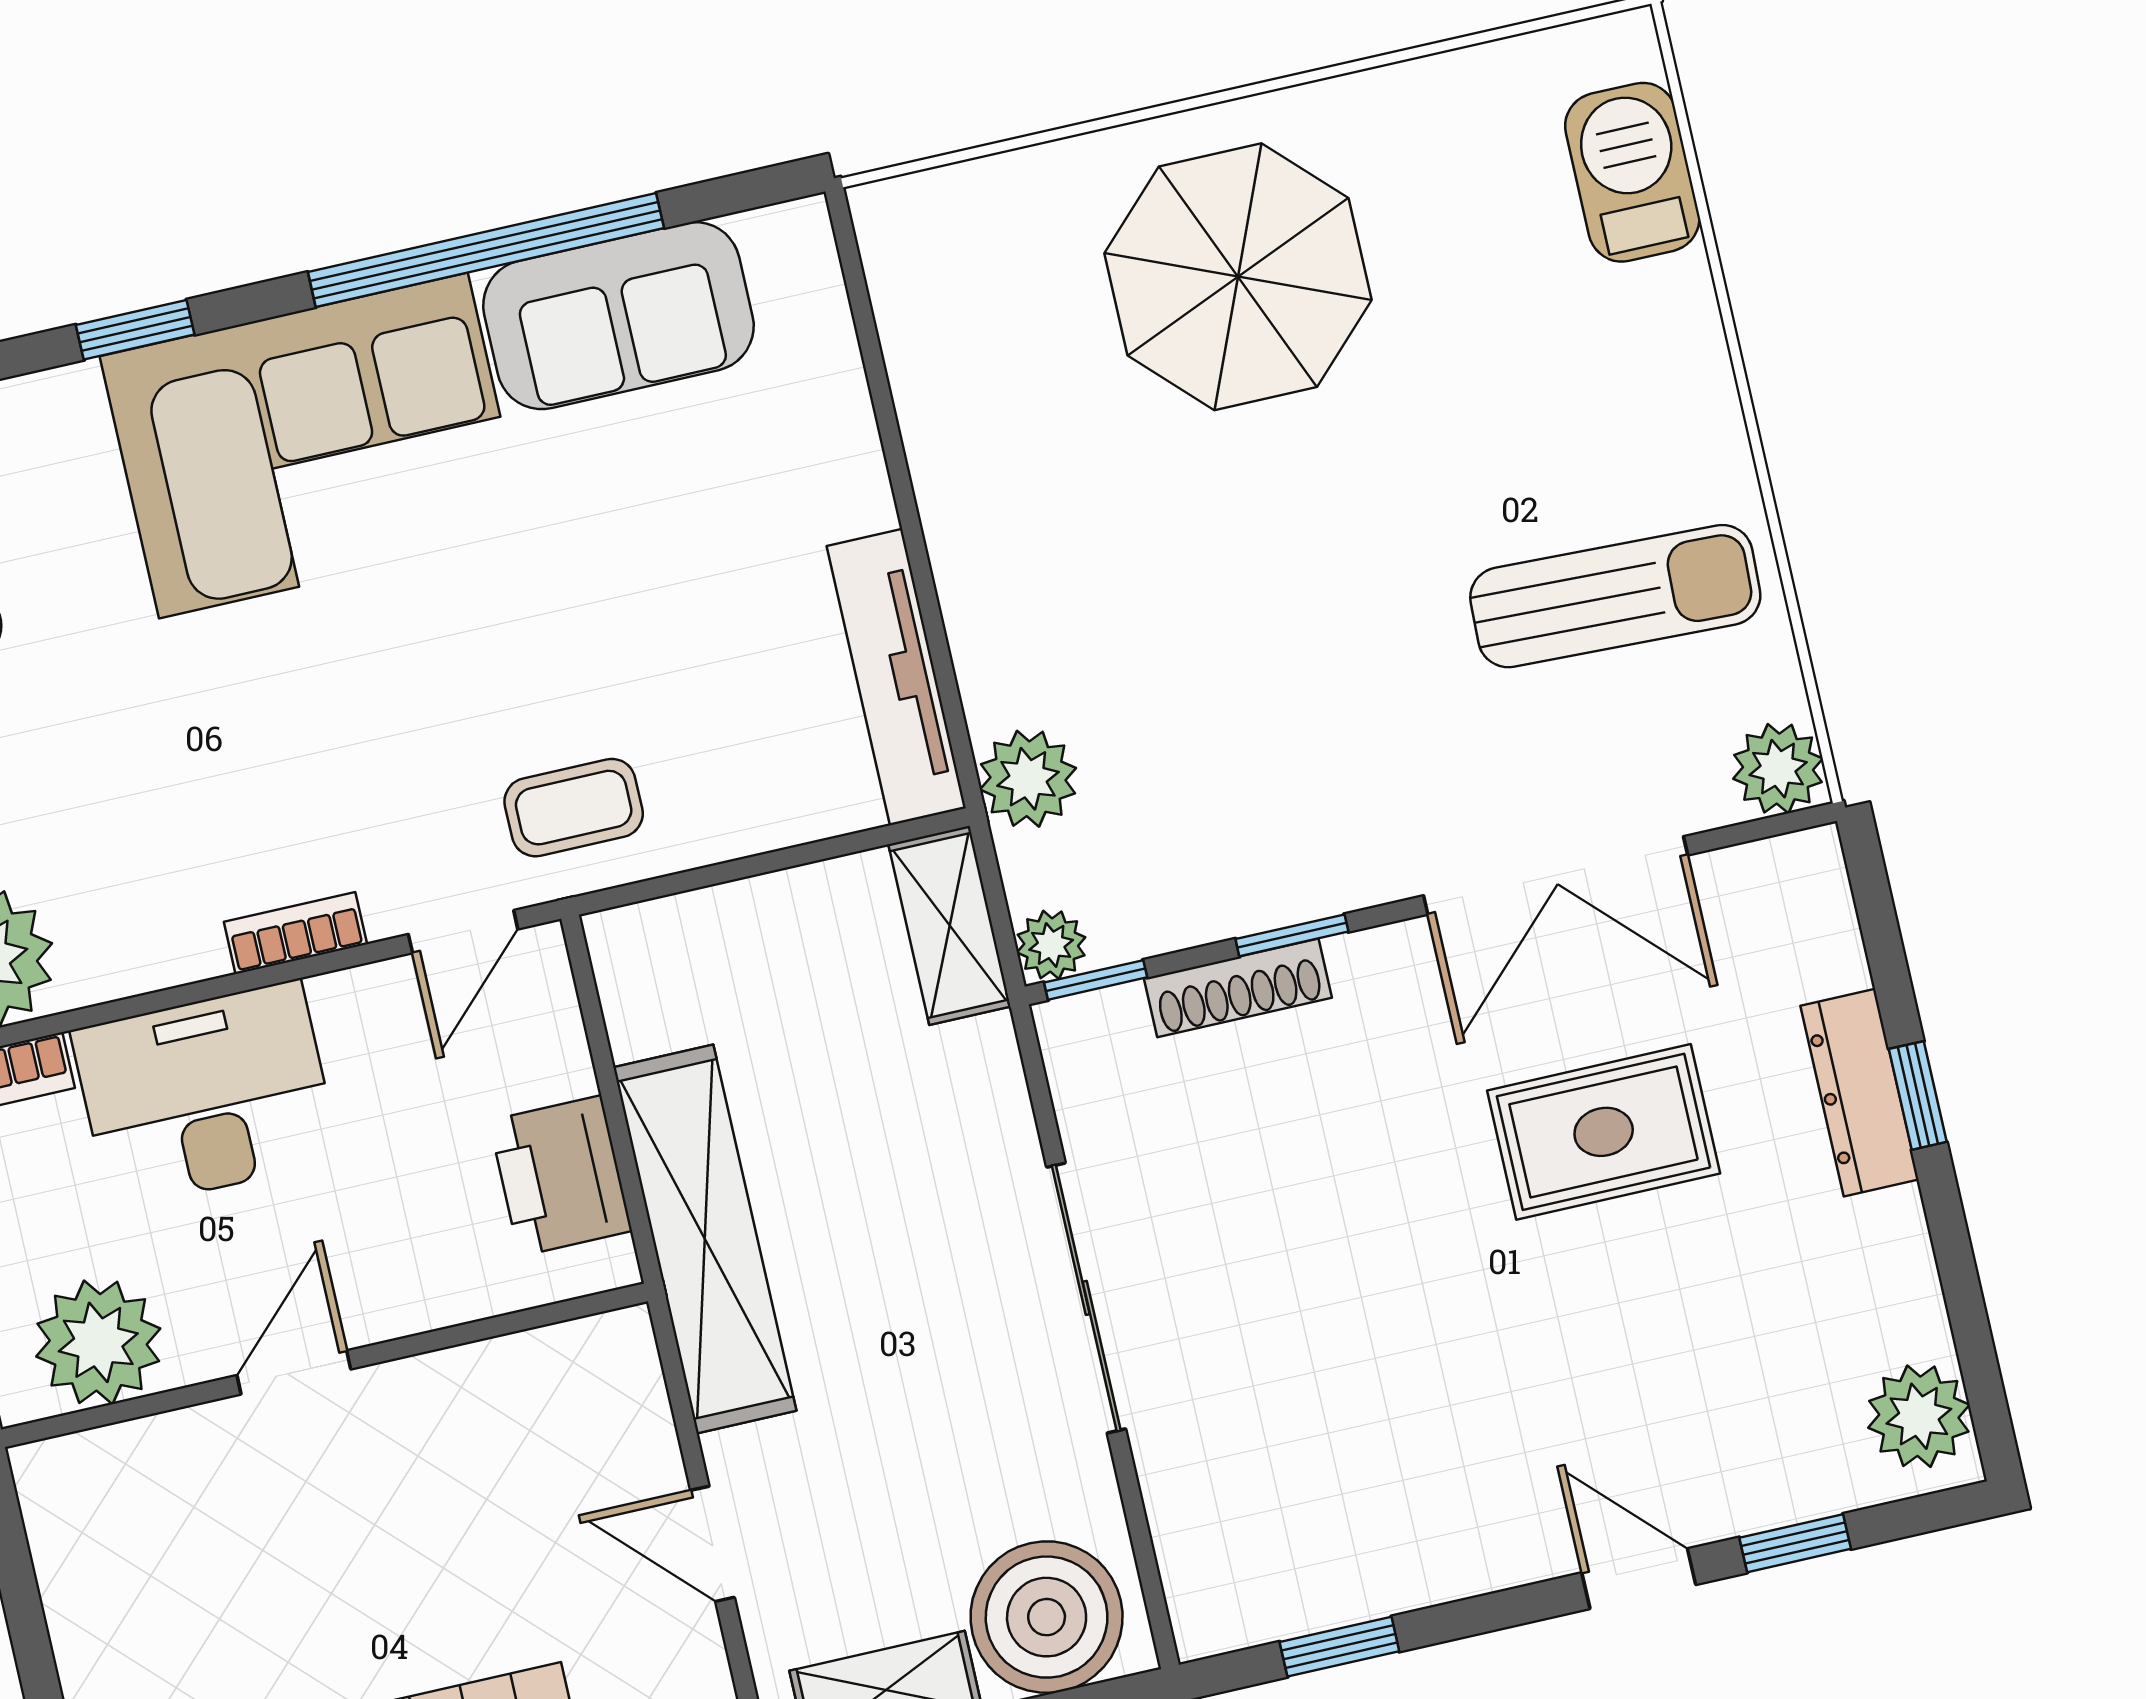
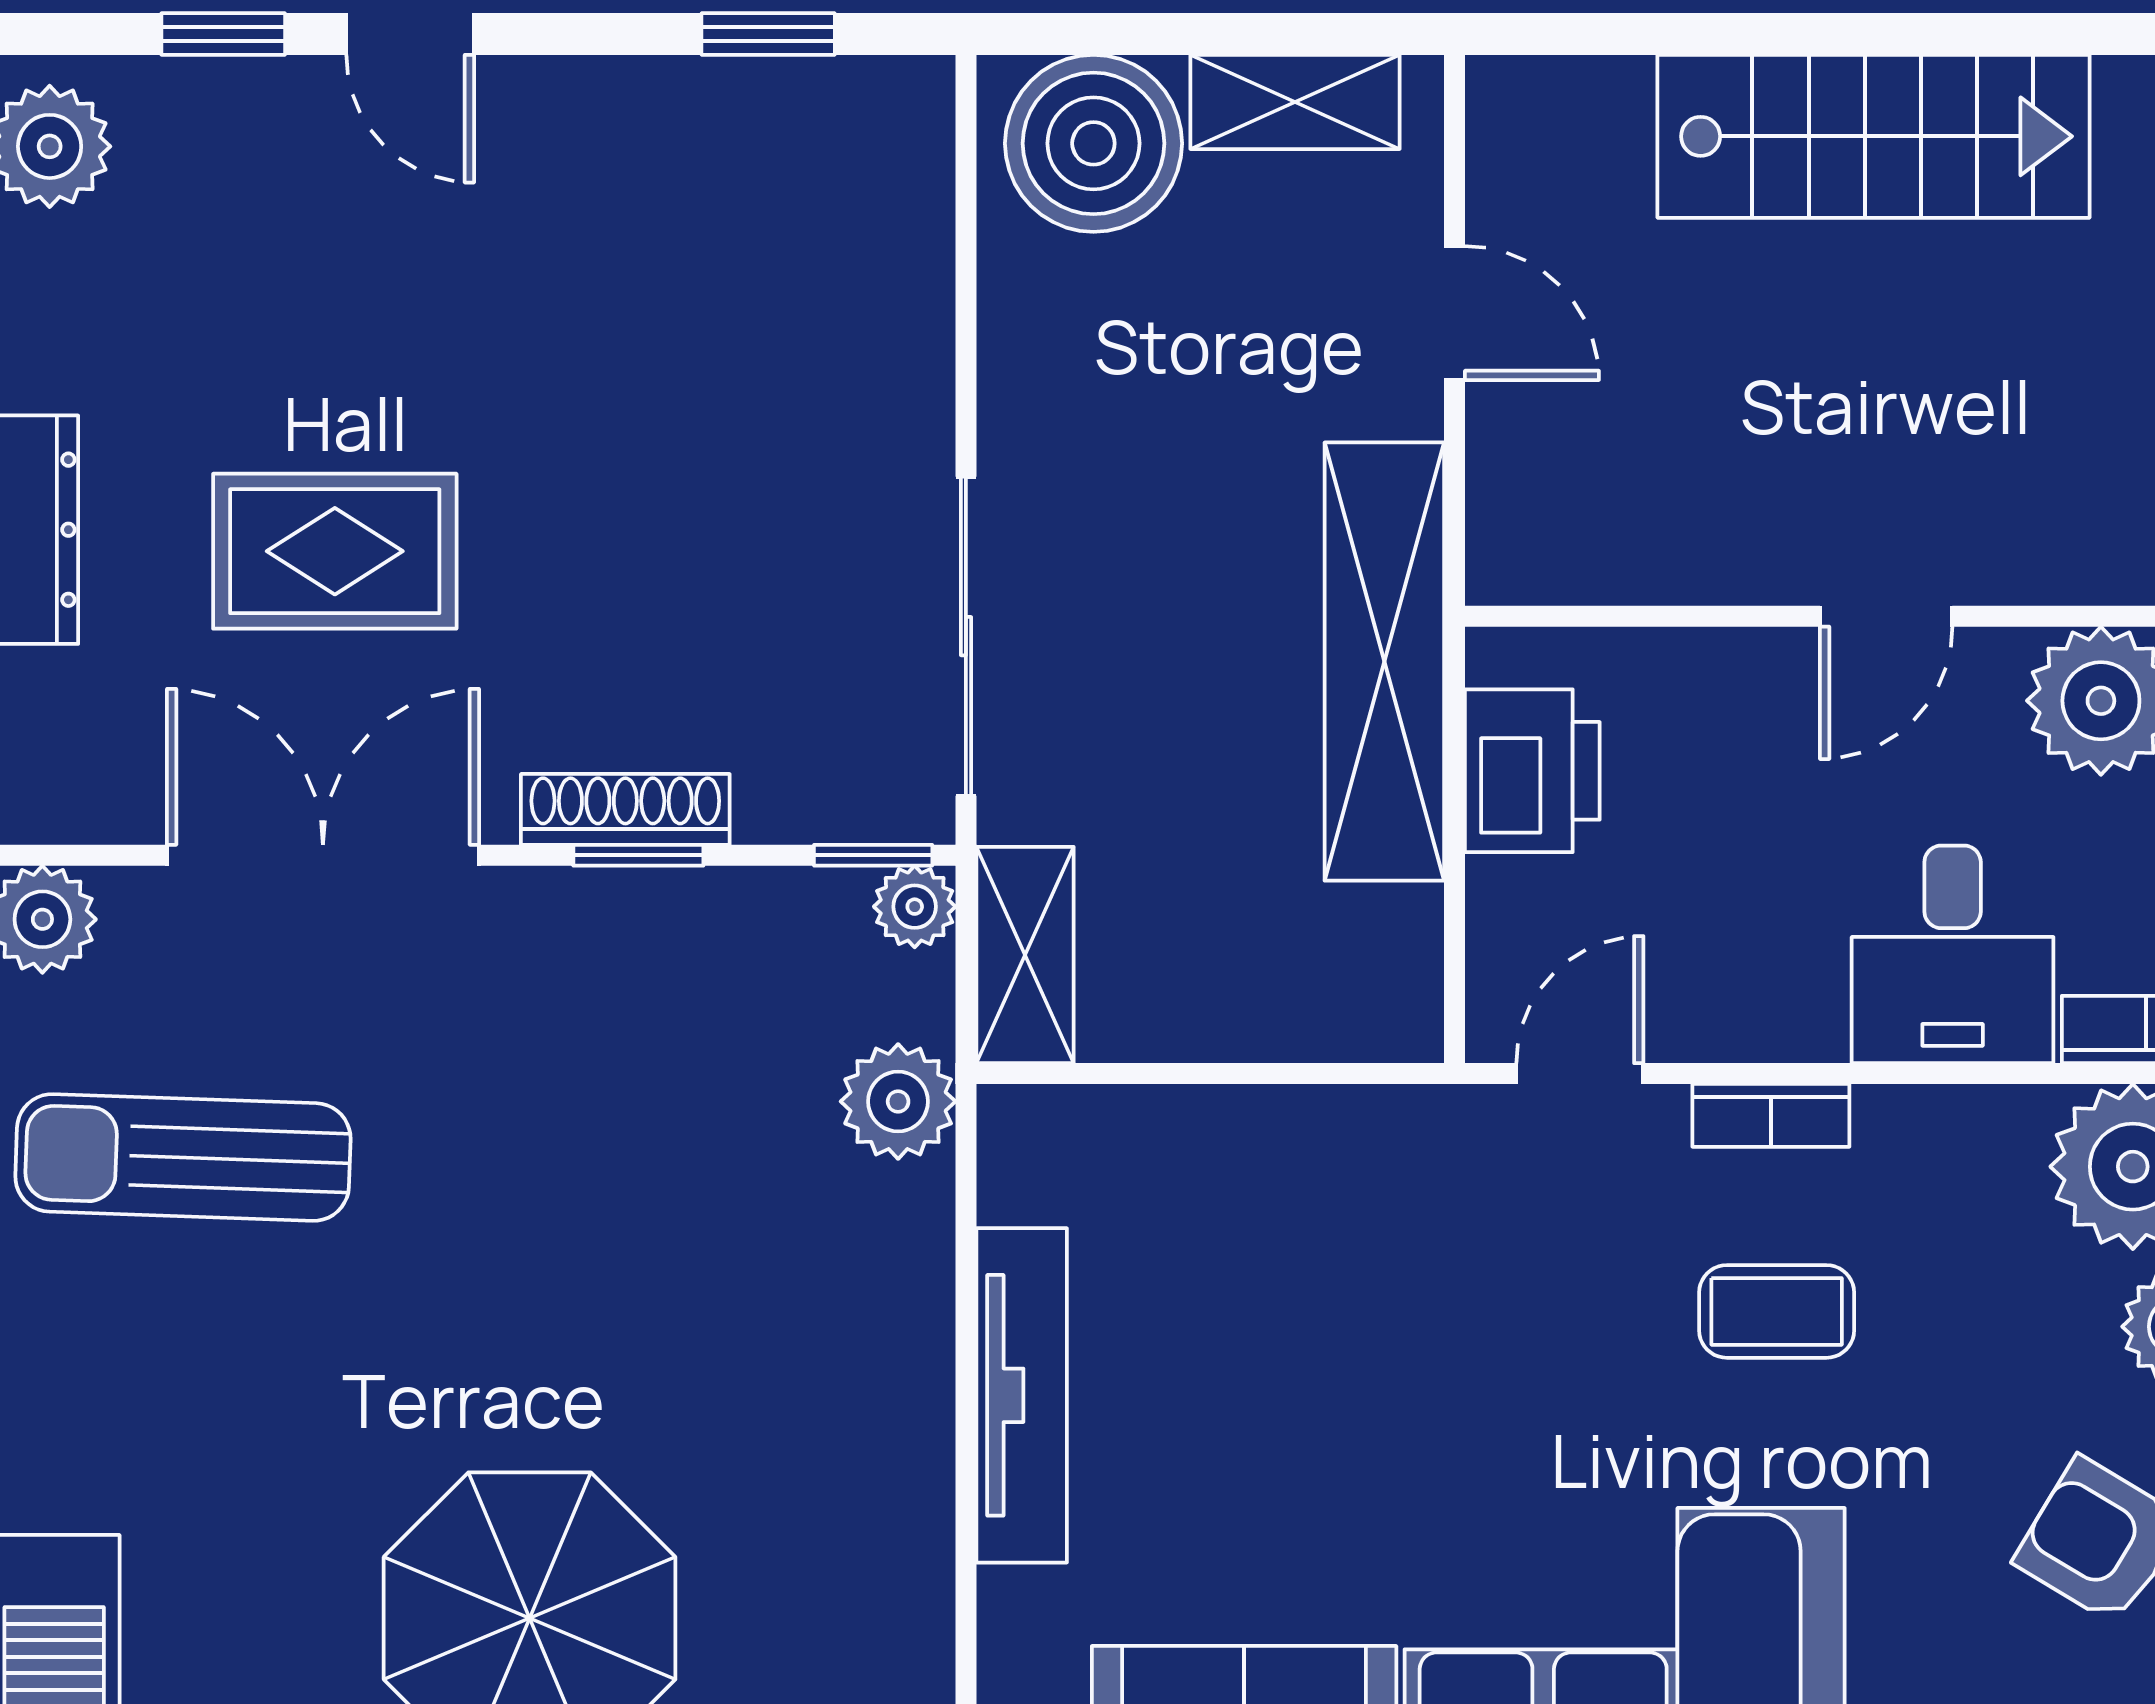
tv unit: (896, 677) -> (1022, 1395), moved
coffee table: (574, 808) -> (1777, 1311), moved
shoe rack: (1238, 988) -> (625, 809), moved
desk: (206, 1095) -> (1953, 954), width x0.73
sliding door: (1086, 1298) -> (966, 636), moved

